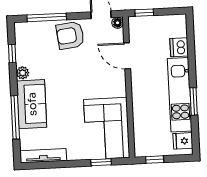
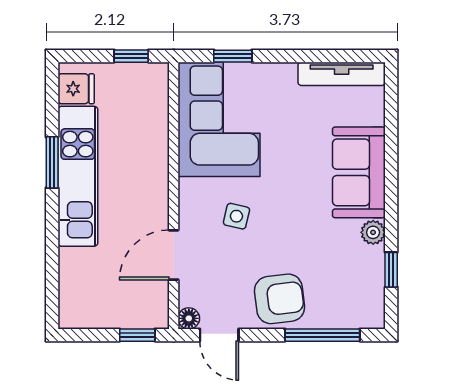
dishwasher: (179, 47) -> (75, 266), removed
door: (127, 56) -> (174, 255), swing flipped
side table: (95, 78) -> (236, 216), added
window: (15, 117) -> (391, 149), removed

